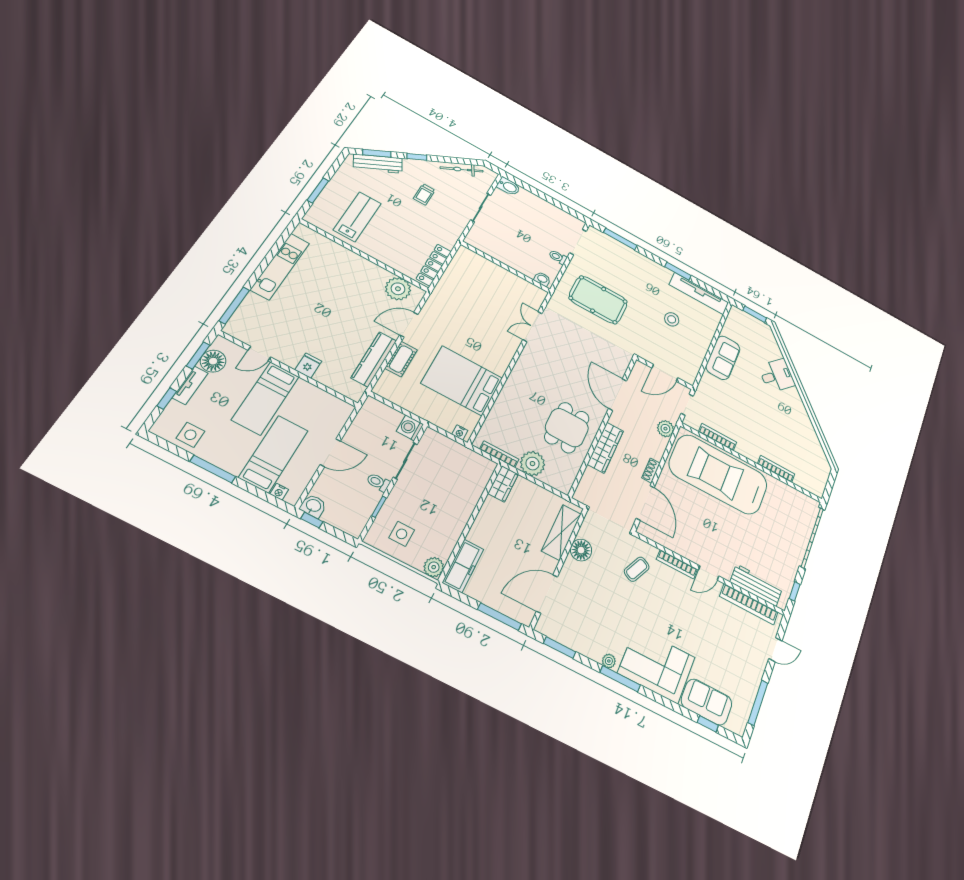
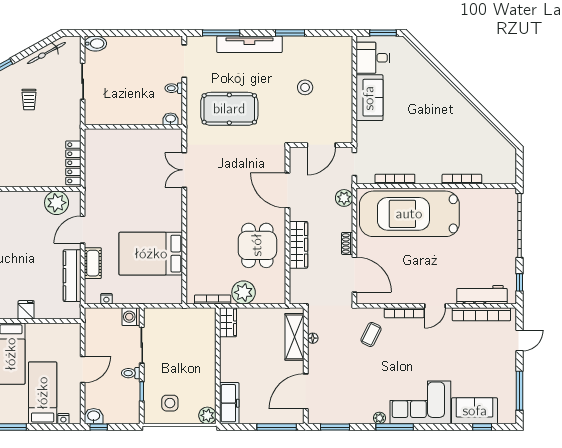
tv unit: (699, 294) -> (249, 44), moved
desk: (777, 376) -> (373, 58), moved, turned -135
nightstand: (460, 432) -> (106, 299), moved
floor lamp: (581, 550) -> (313, 338), width x0.53, depth x0.53

